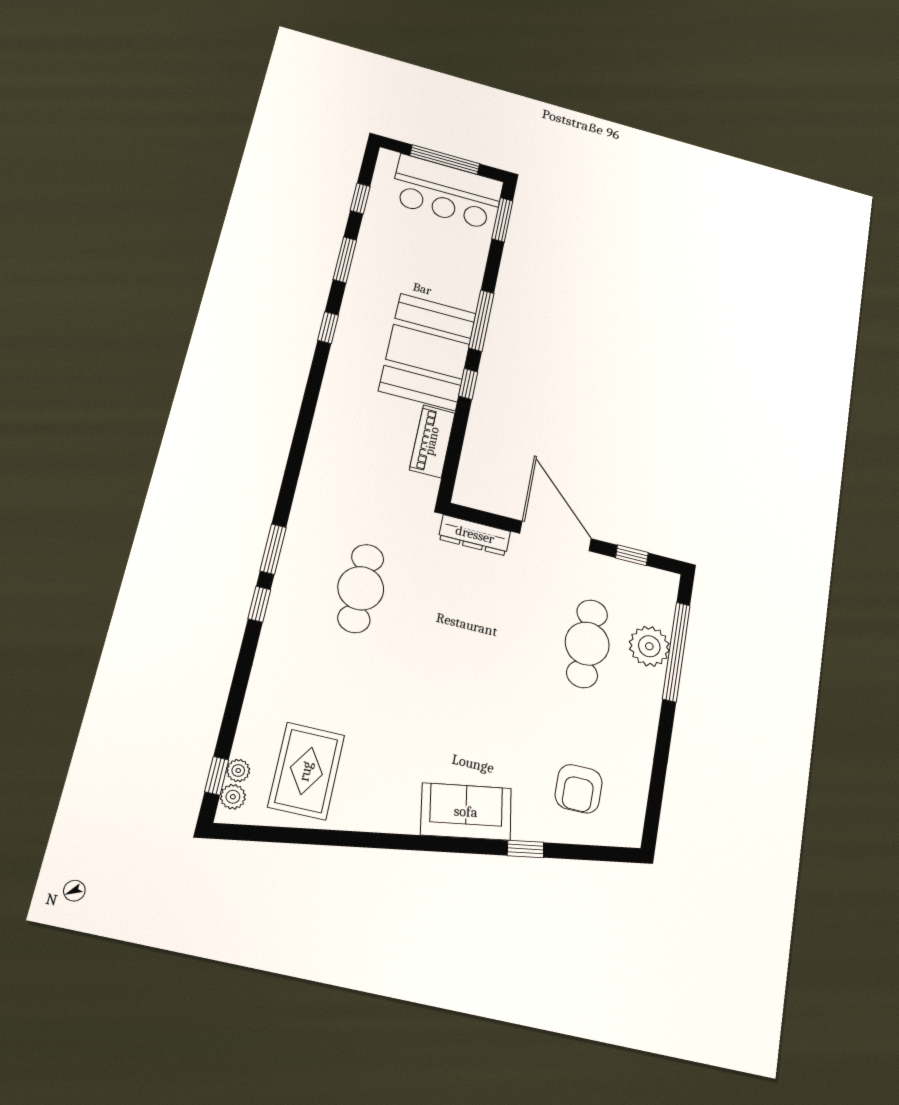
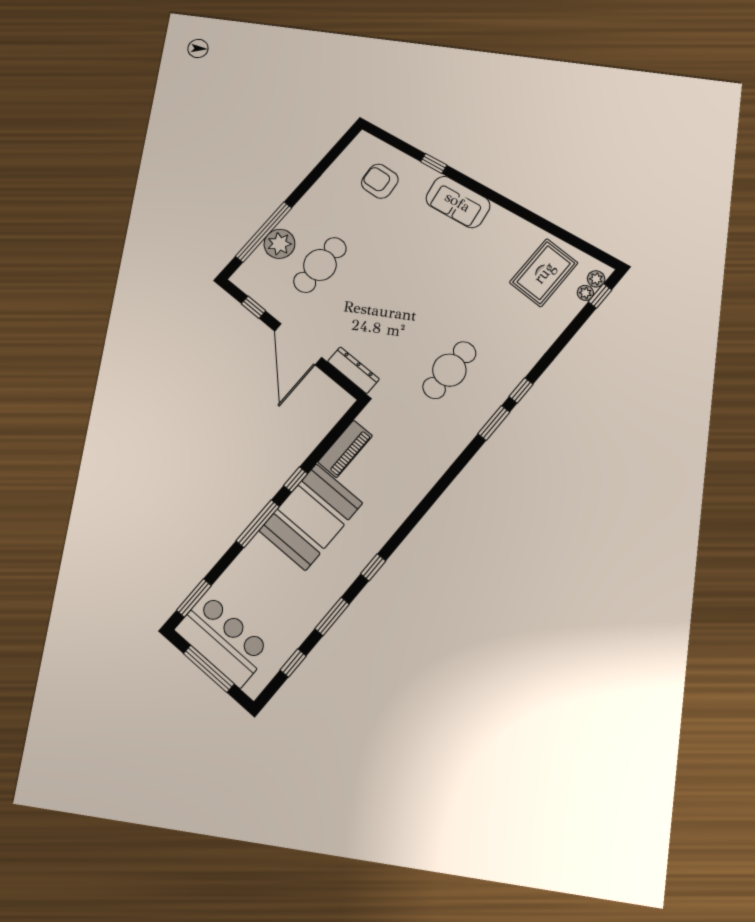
armchair: (579, 789) -> (380, 181), turned -95

